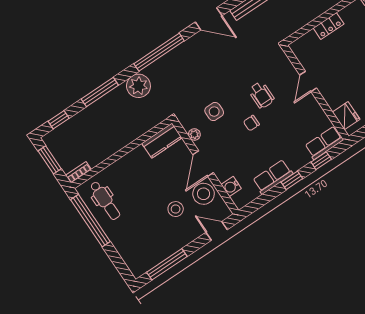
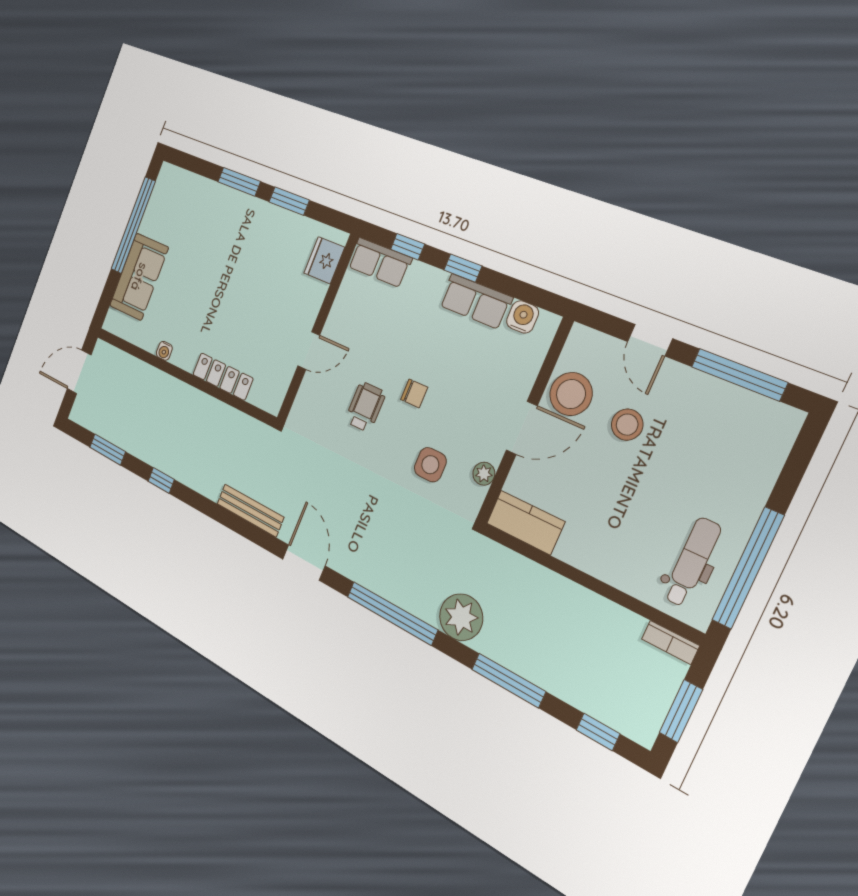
locker: (329, 26) -> (223, 376), width x1.53
water cooler: (231, 186) -> (523, 317), moved, turned -90
door: (217, 231) -> (650, 340), moved

